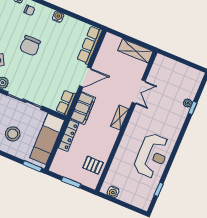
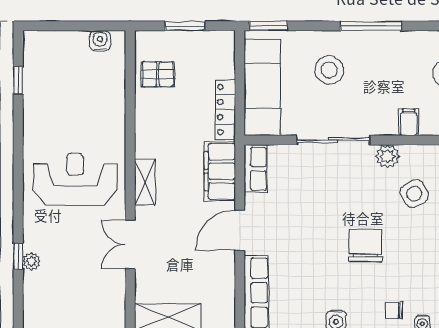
reception desk: (152, 155) -> (75, 179), moved, turned 90

